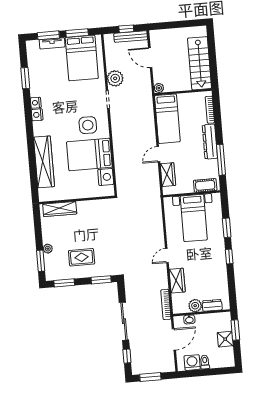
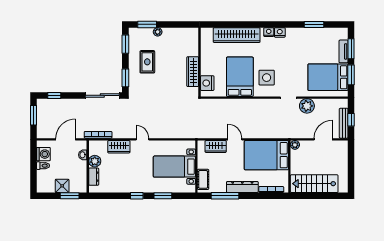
nightstand: (36, 103) -> (269, 32), moved
bed: (167, 119) -> (266, 155), width x1.50
nightstand: (106, 177) -> (207, 83), moved, turned 90
wardrobe: (60, 209) -> (193, 72), moved
sliding door: (124, 321) -> (102, 95), moved
door: (174, 339) -> (66, 139), swing flipped

